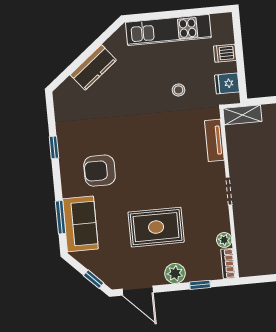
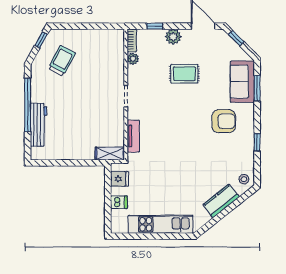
stool: (178, 90) -> (244, 179), moved
rug: (156, 227) -> (184, 74), width x0.73, depth x0.70

